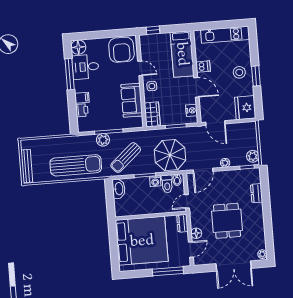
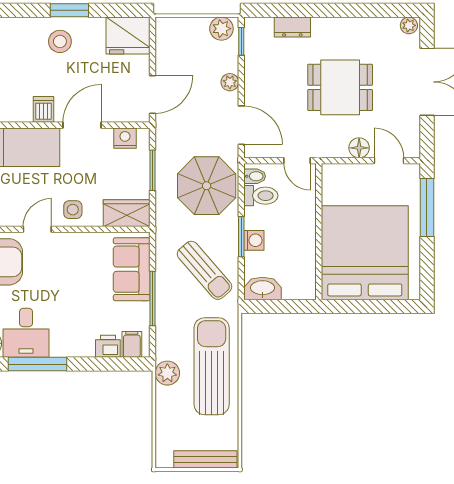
filing cabinet: (82, 98) -> (132, 344), moved
sofa: (132, 100) -> (132, 269), moved, turned 90
plant: (103, 140) -> (167, 373), moved
washing machine: (155, 181) -> (254, 240), moved
dresser: (182, 223) -> (338, 173), removed

